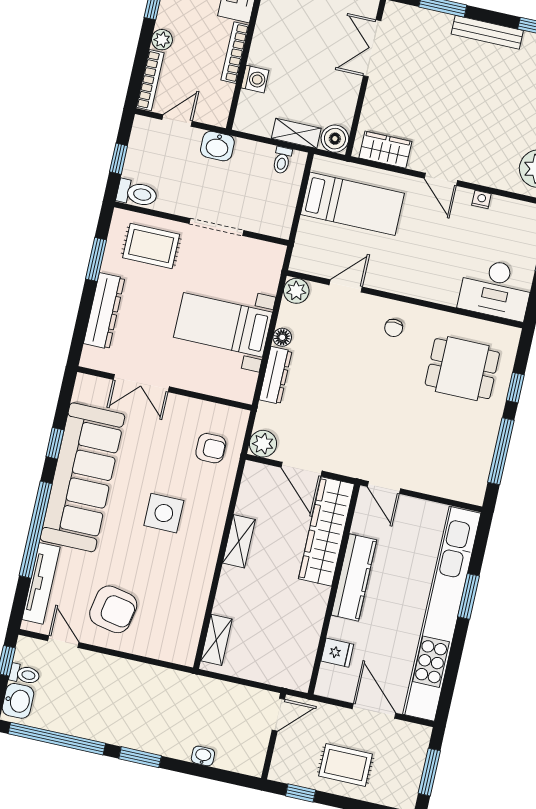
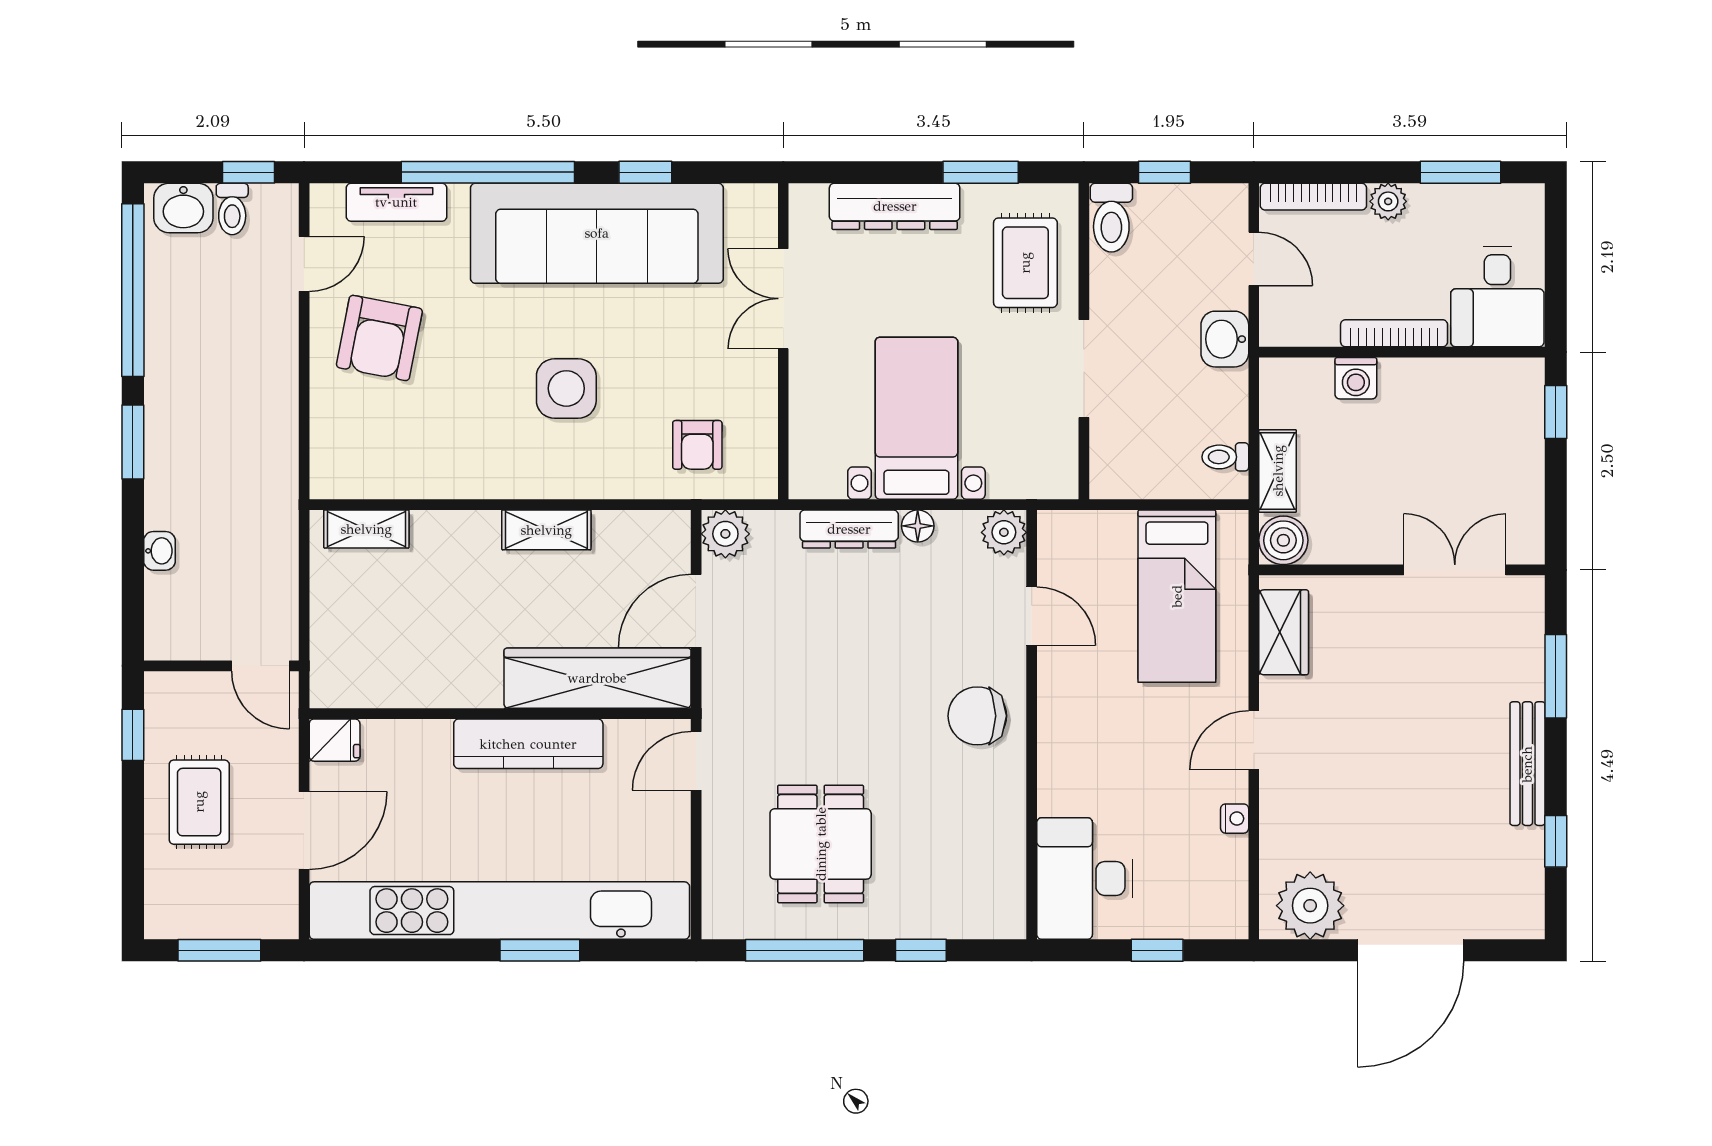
chair: (394, 328) -> (977, 716), width x1.87, depth x1.87
dining table: (462, 369) -> (821, 844), moved
tv unit: (41, 583) -> (396, 202), width x0.71
fridge: (337, 653) -> (335, 740), moved, turned -90

